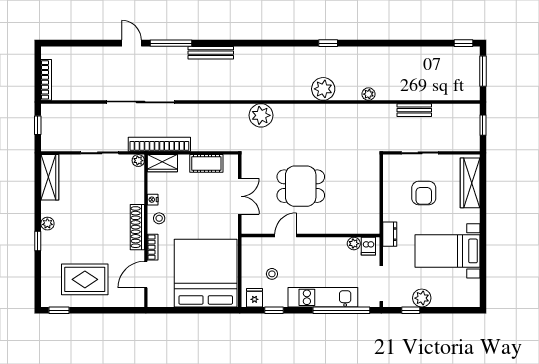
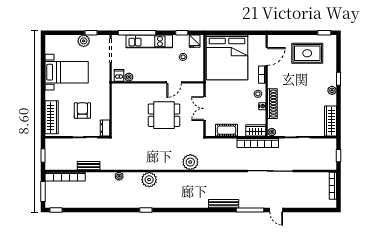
bookcase: (450, 94) -> (65, 177), added
shoe rack: (137, 227) -> (272, 104), moved
dresser: (390, 234) -> (105, 128), moved

